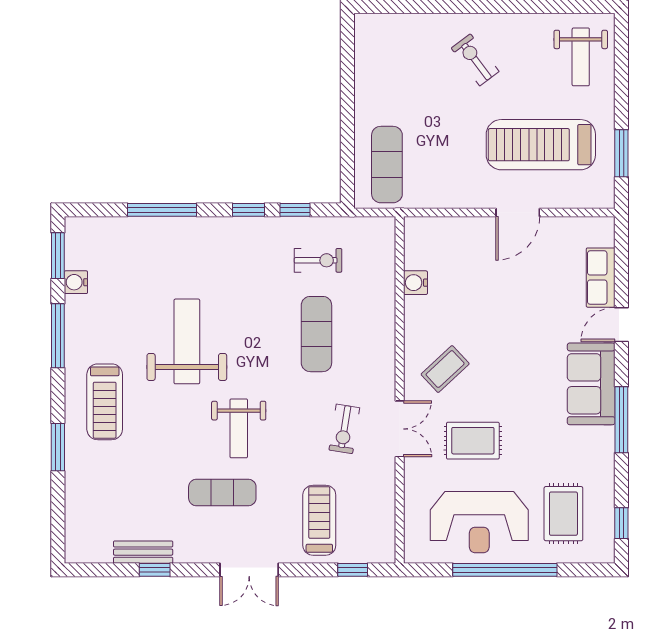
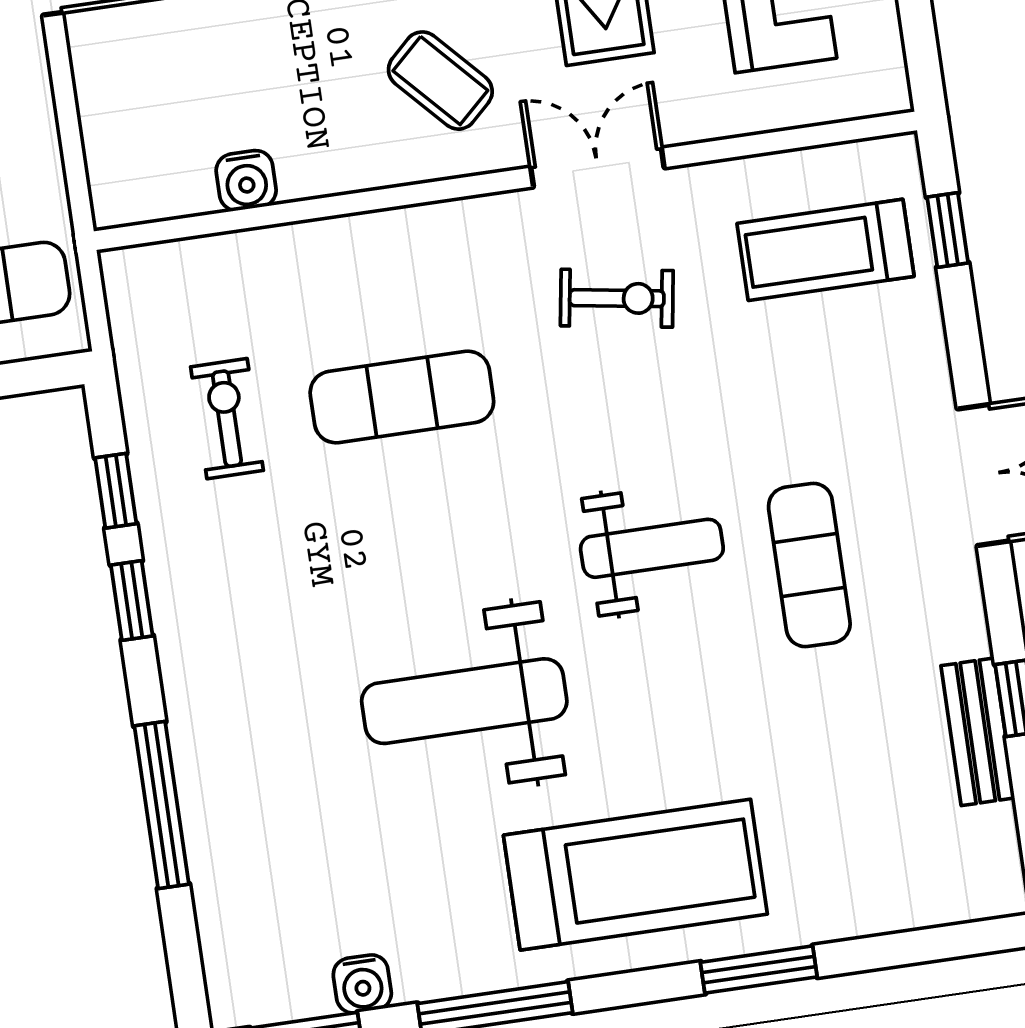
treadmill: (105, 402) -> (635, 875), width x1.37, depth x1.37
treadmill: (319, 520) -> (826, 250), moved

